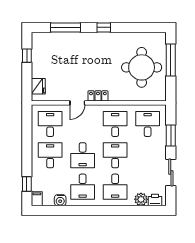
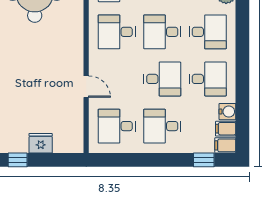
fridge: (38, 86) -> (41, 143), moved
locker: (98, 96) -> (76, 57), removed
filing cabinet: (48, 199) -> (226, 129), added

